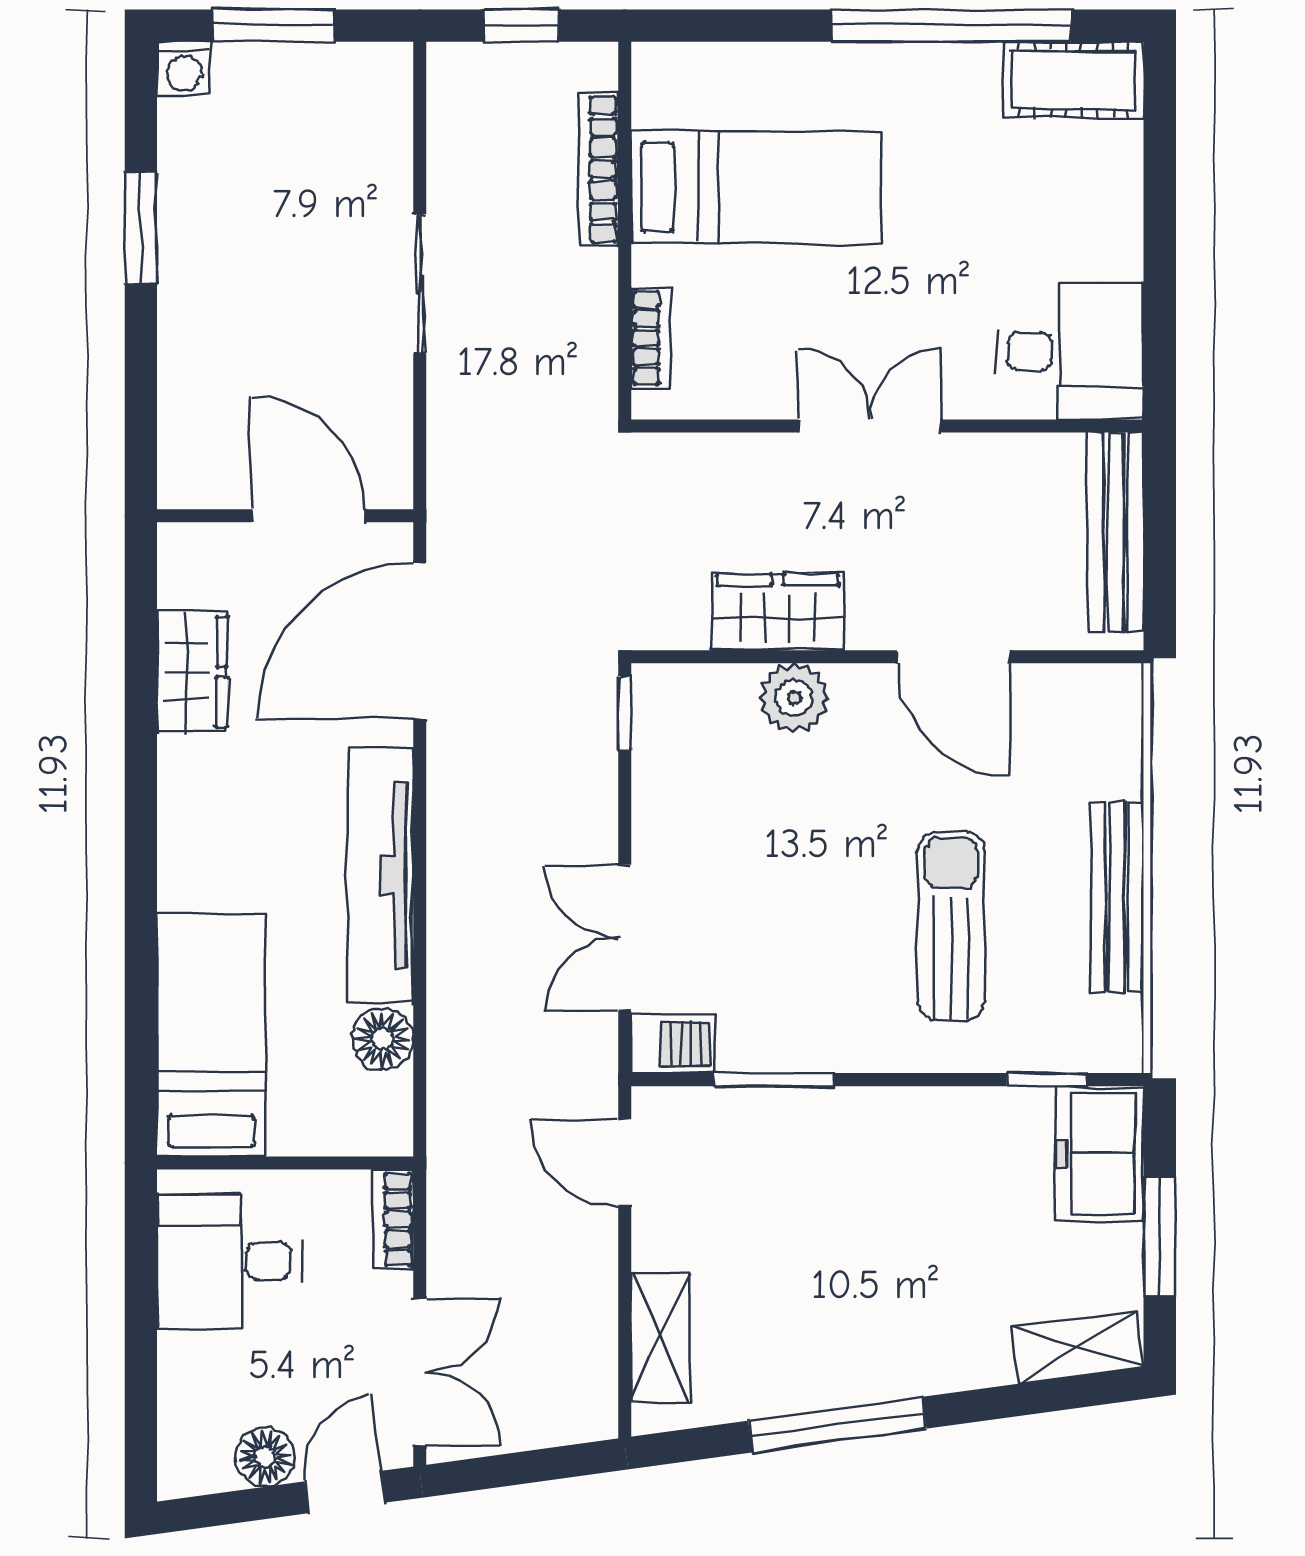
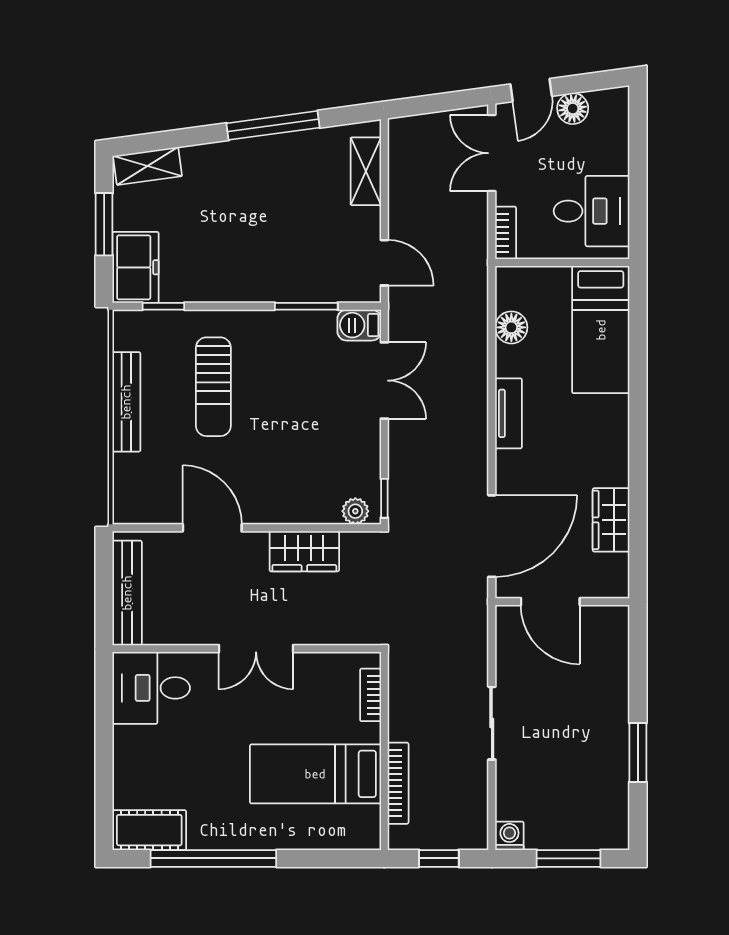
washing machine: (184, 69) -> (509, 836), moved
plant: (794, 698) -> (355, 511), moved, width x0.73, depth x0.73
tv unit: (380, 875) -> (509, 413), width x0.52, depth x0.78

